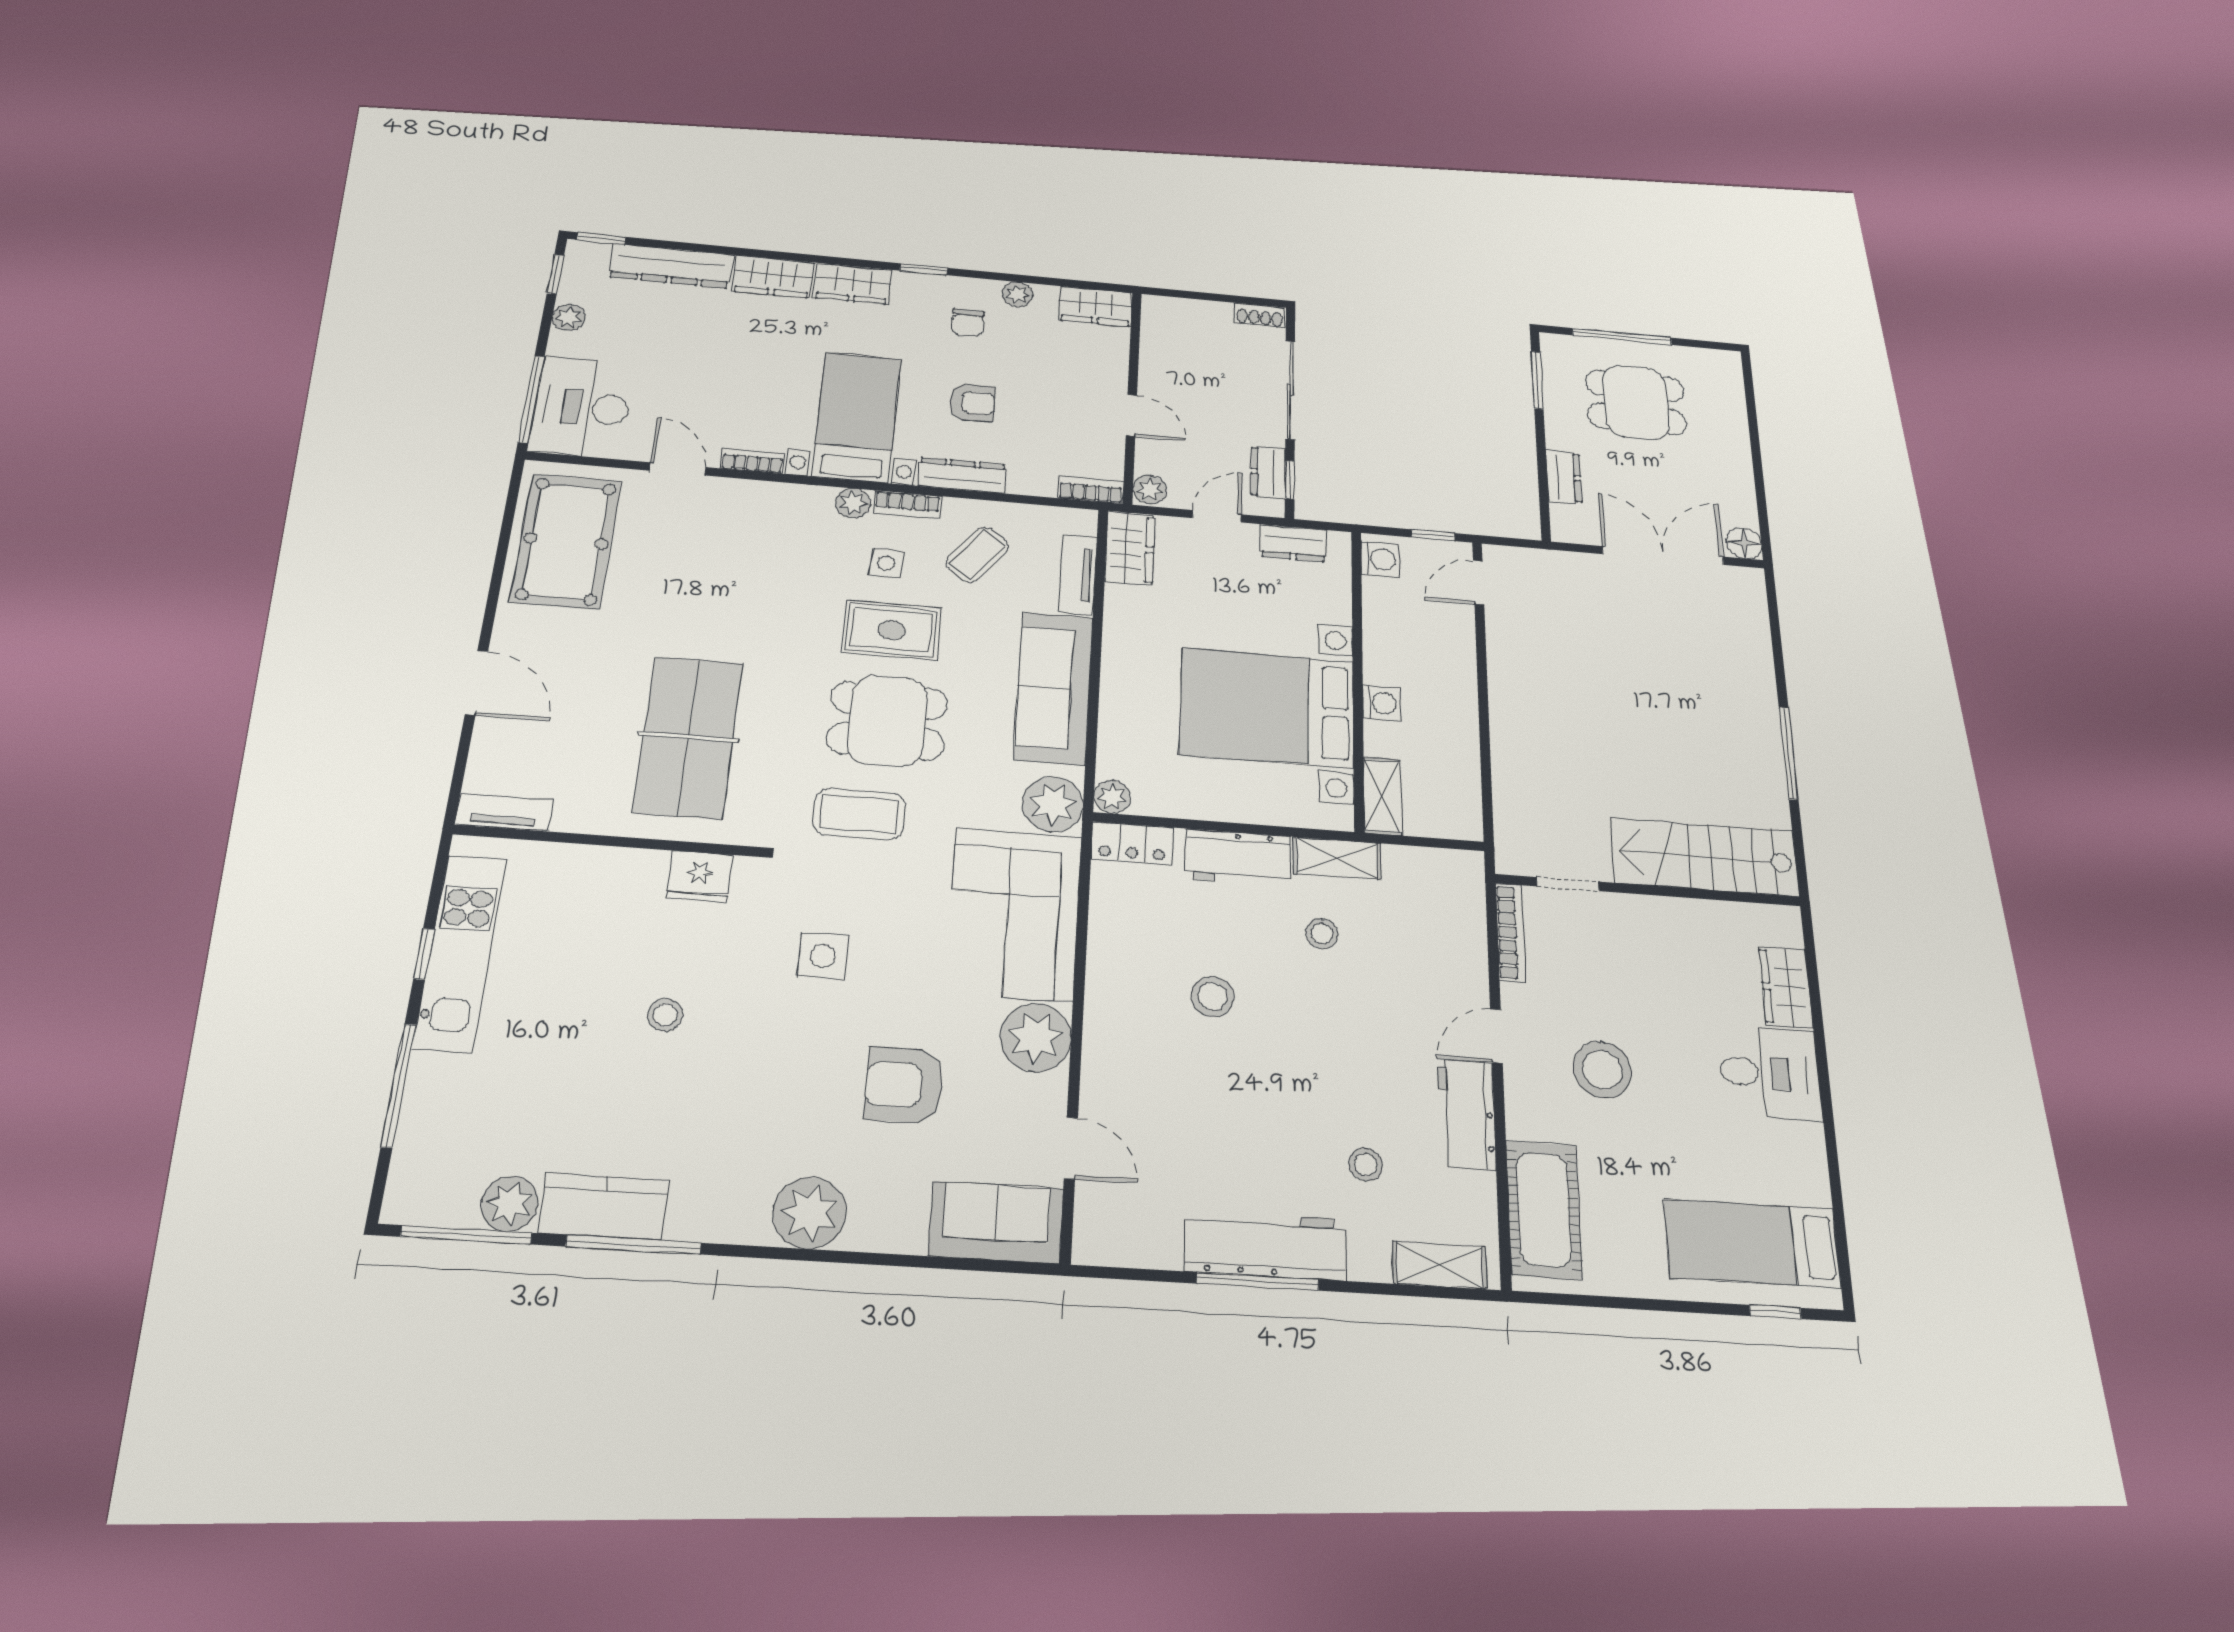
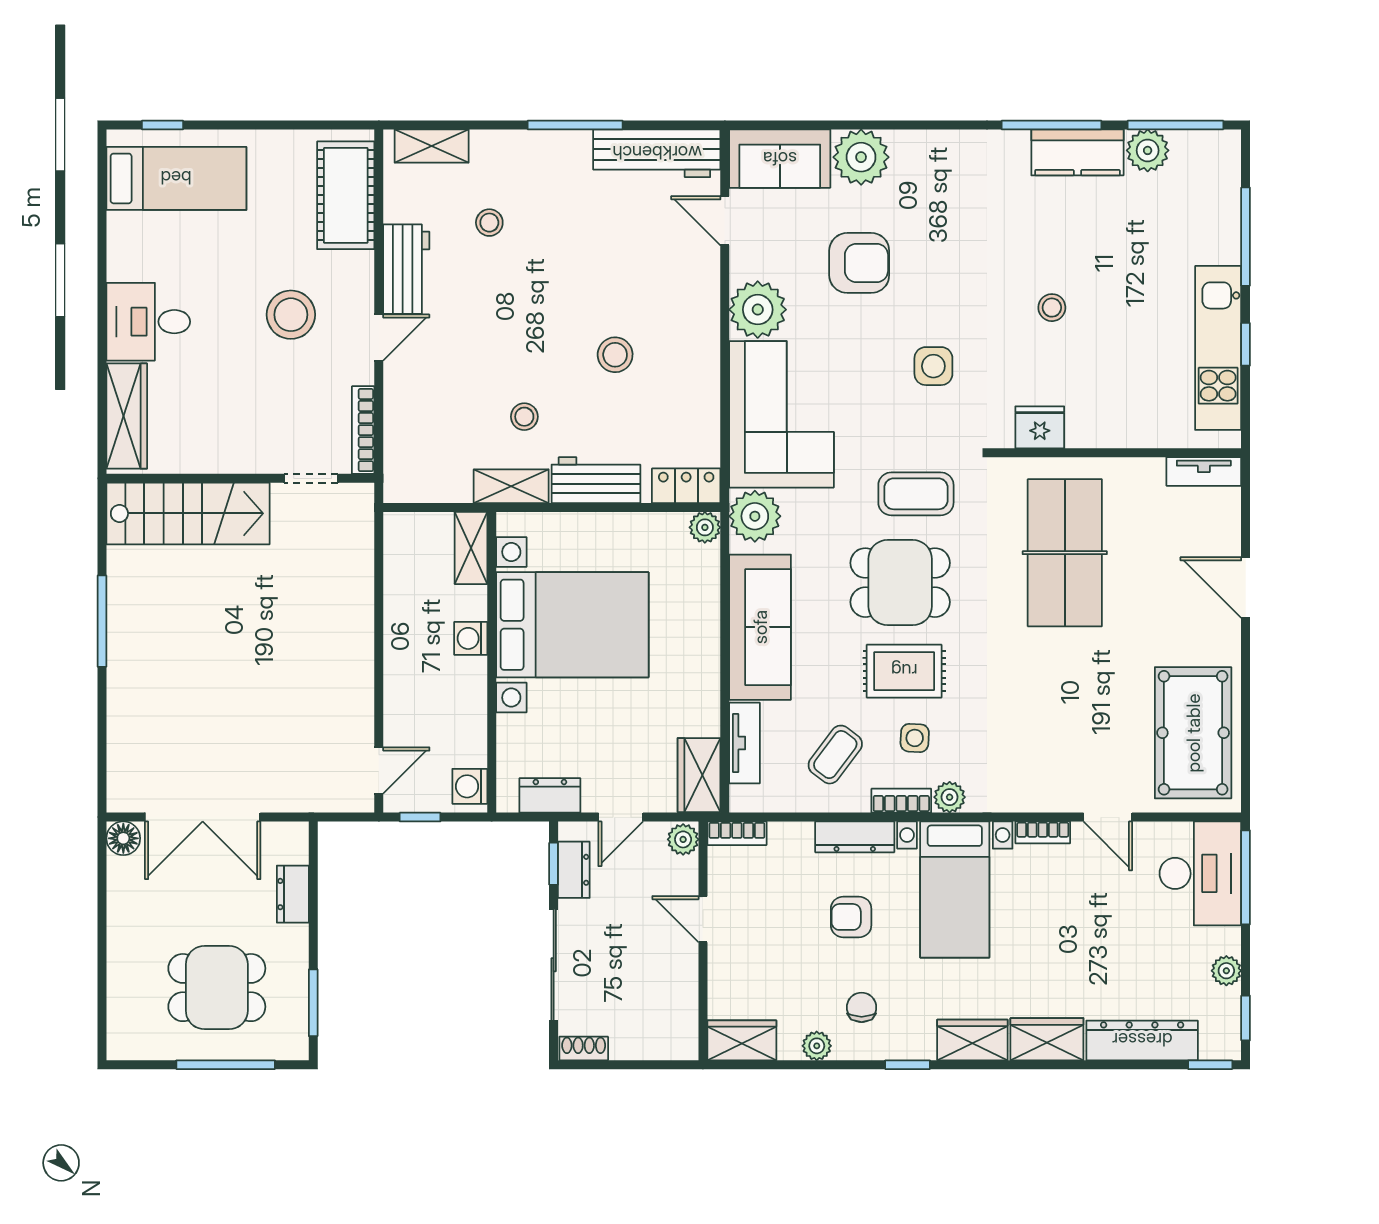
wardrobe: (1786, 987) -> (127, 416), width x1.50
plant: (809, 1213) -> (861, 157), moved
workbench: (1265, 1245) -> (657, 153), moved

